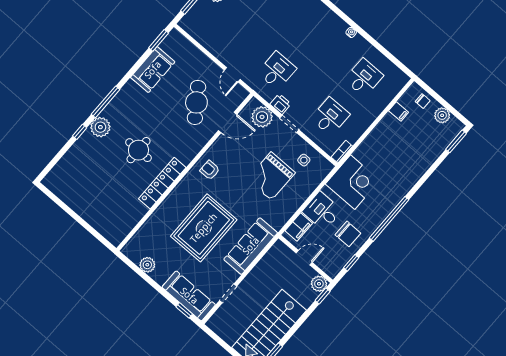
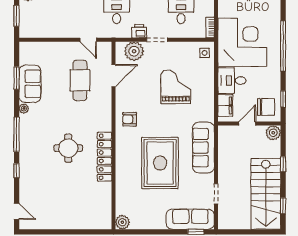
window: (159, 40) -> (17, 78), moved
cafe table: (196, 102) -> (80, 80), turned 35
plant: (100, 127) -> (24, 109), moved, width x0.53, depth x0.53
side table: (304, 160) -> (205, 53), moved
door: (51, 165) -> (17, 211), added
grand piano: (271, 176) -> (176, 87), turned 180
corner desk: (353, 182) -> (242, 42), width x1.36, depth x1.36
chair: (348, 234) -> (266, 107), moved
plant: (147, 265) -> (122, 222), moved
window: (323, 296) -> (283, 164), moved

